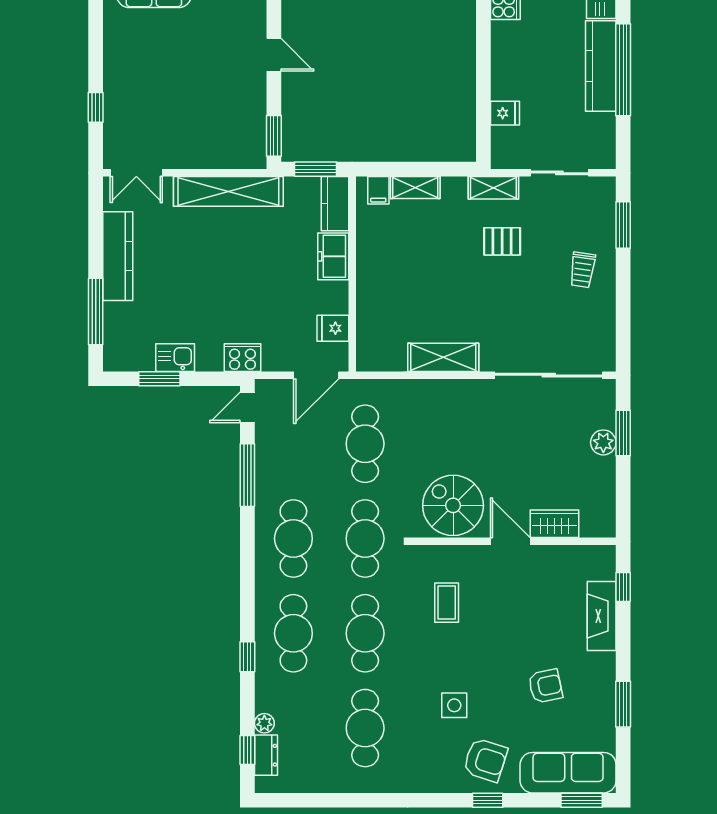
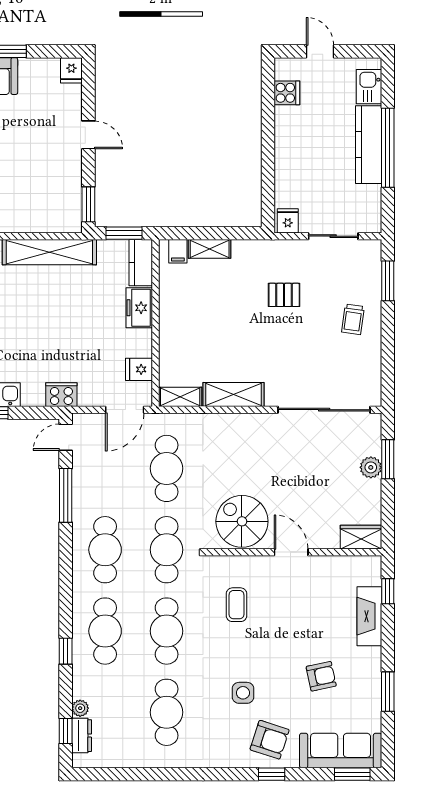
fridge: (505, 113) -> (288, 221), moved, turned -90
shelving: (493, 188) -> (180, 397), moved
wardrobe: (554, 524) -> (361, 537), moved

